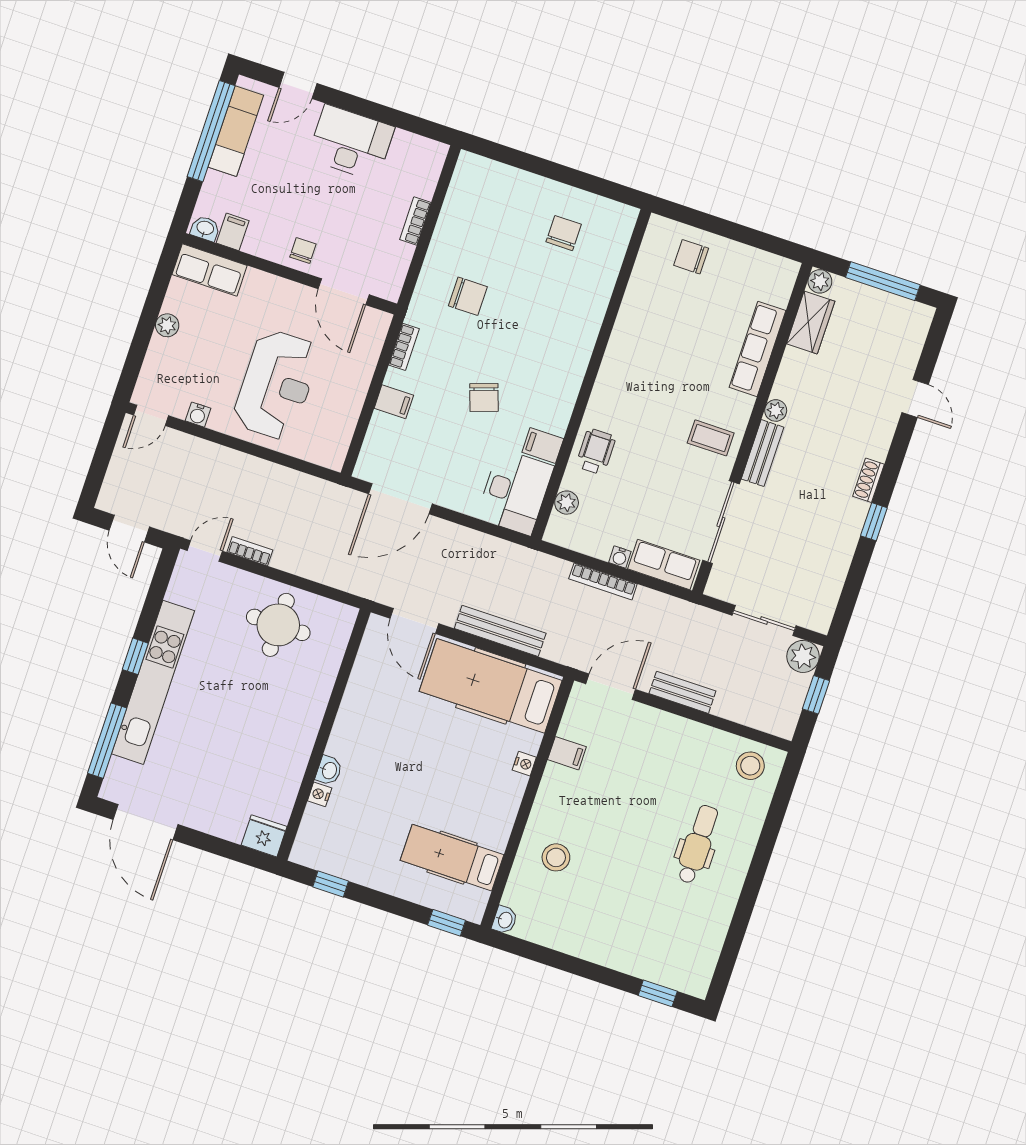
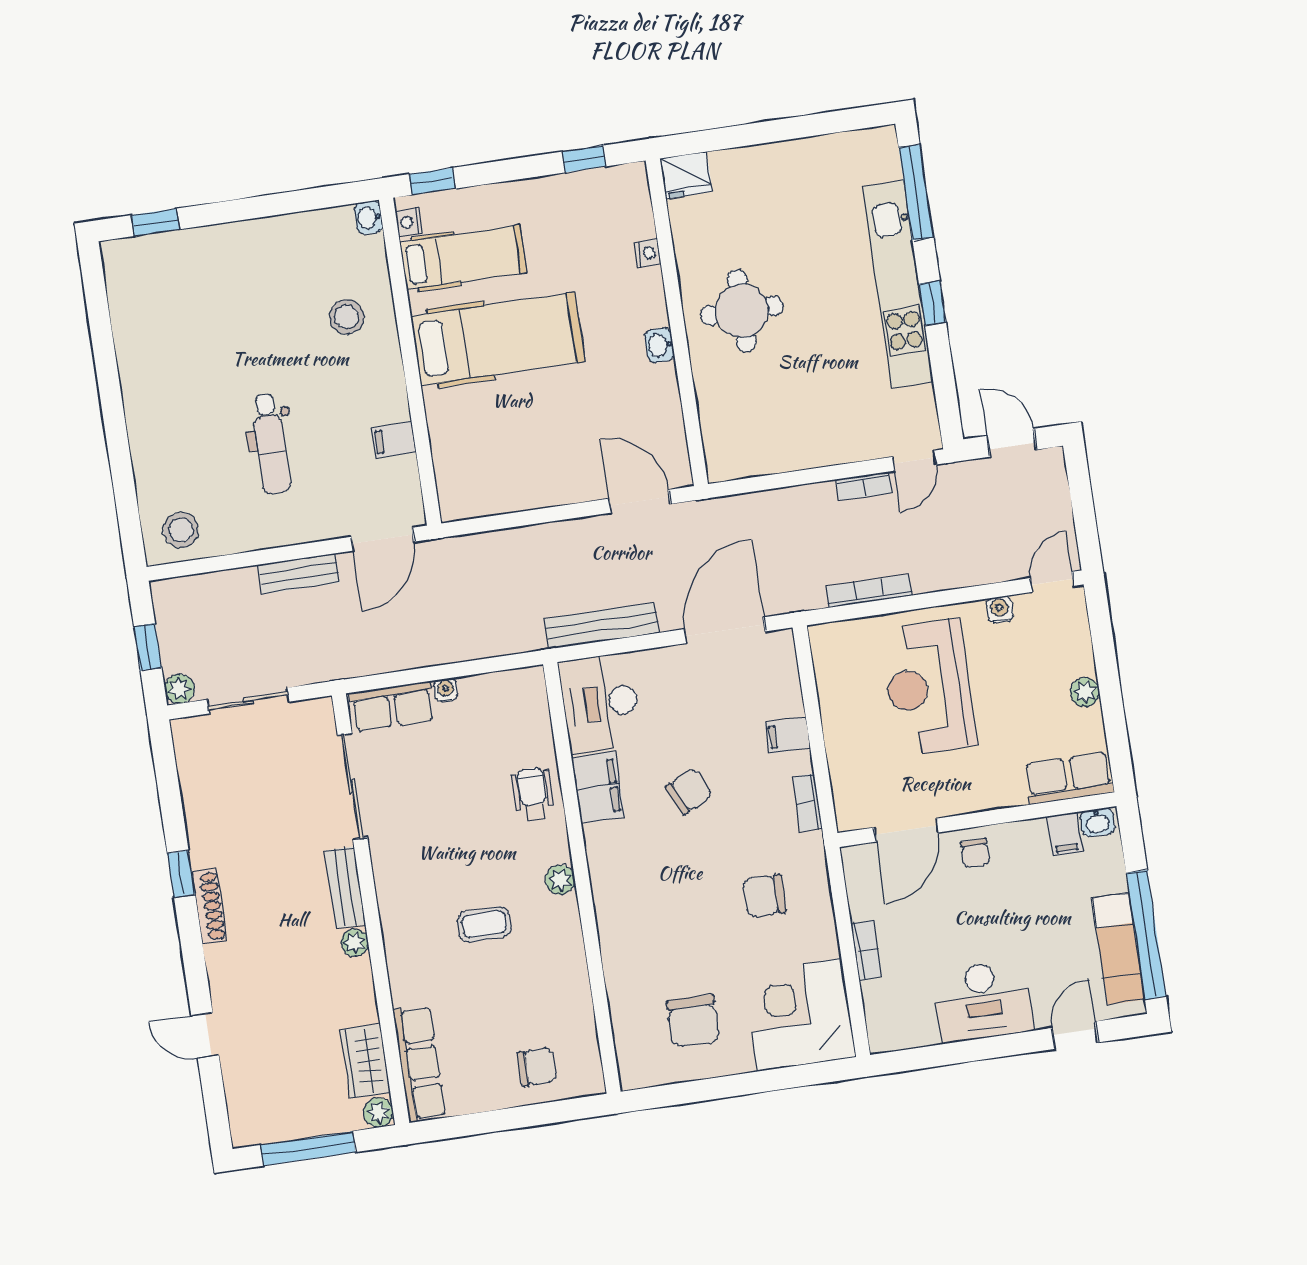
corner desk: (486, 199) -> (799, 1015), added
chair: (564, 233) -> (693, 1021), width x1.37, depth x1.37
door: (344, 292) -> (906, 830), swing flipped
row of seats: (757, 349) -> (419, 1064), moved
chair: (484, 398) -> (689, 791), turned 84
coffee table: (711, 438) -> (484, 924), moved
filing cabinet: (543, 446) -> (598, 787), width x2.00
wheelchair: (596, 451) -> (533, 794), turned 180
shoe rack: (869, 480) -> (209, 906), width x1.43
plant: (567, 503) -> (560, 880), moved
bookcase: (603, 581) -> (869, 591), moved
round table: (278, 625) -> (742, 311), moved
bench: (500, 631) -> (601, 626), moved
plant: (803, 656) -> (179, 689), width x0.73, depth x0.73
hospital bed: (491, 686) -> (498, 339), moved
nightstand: (524, 764) -> (409, 222), moved
washbasin: (329, 770) -> (659, 345), moved
door: (146, 822) -> (827, 123), removed
dental chair: (698, 844) -> (271, 444), moved

